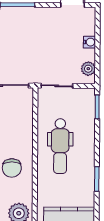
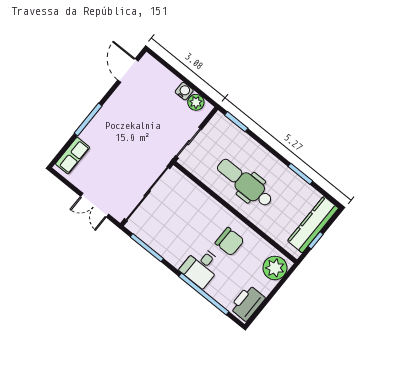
water cooler: (89, 42) -> (184, 91), moved
dental chair: (60, 146) -> (245, 183), turned 180

